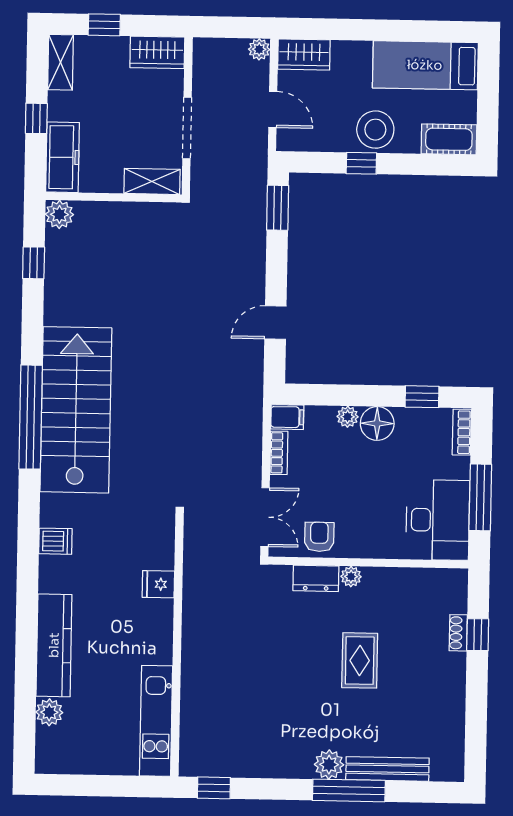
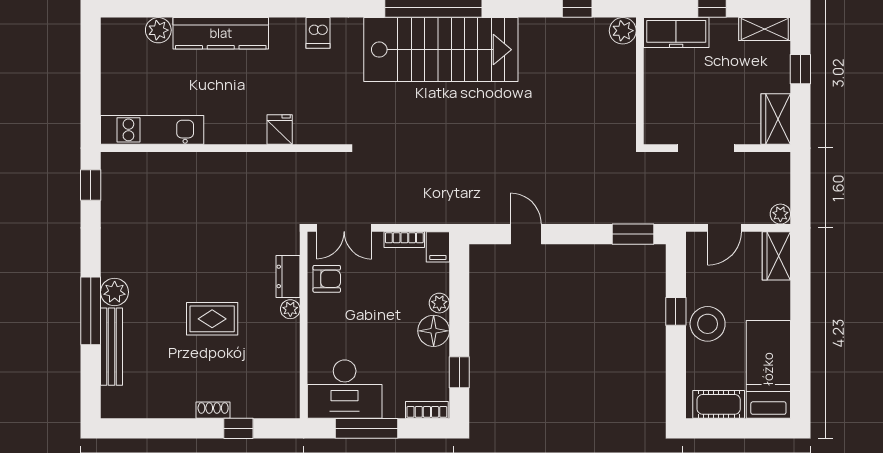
cot: (449, 139) -> (719, 404), moved, turned 90
shelving: (152, 181) -> (655, 116), removed
shoe rack: (458, 633) -> (213, 410), moved

